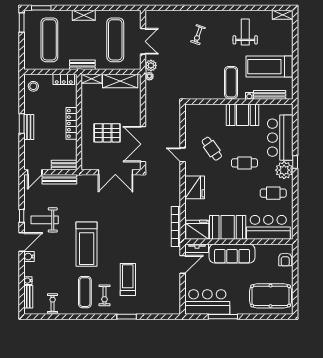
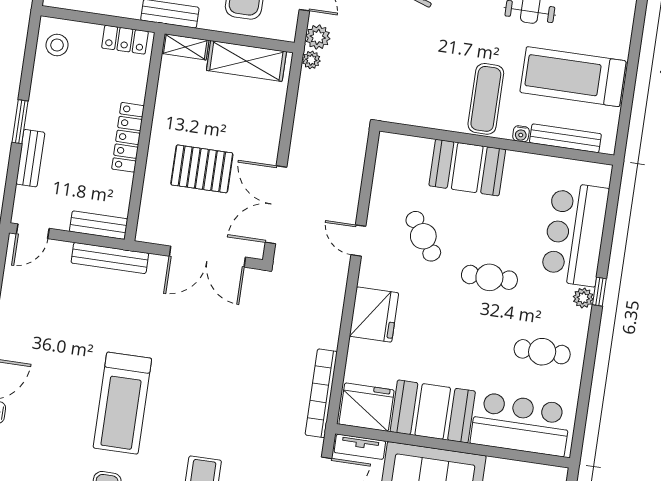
booth: (243, 115) -> (467, 168), moved
bench: (29, 127) -> (30, 158), moved
plant: (284, 170) -> (583, 298), width x0.53, depth x0.53
bench: (59, 179) -> (110, 258), moved
weight bench: (45, 220) -> (39, 338), removed

